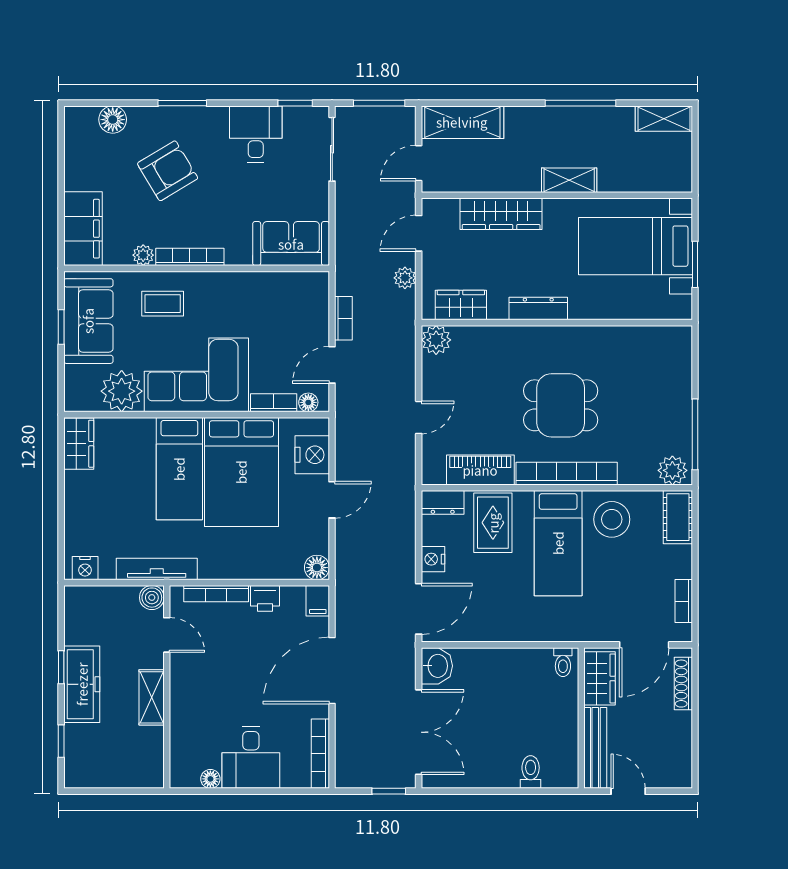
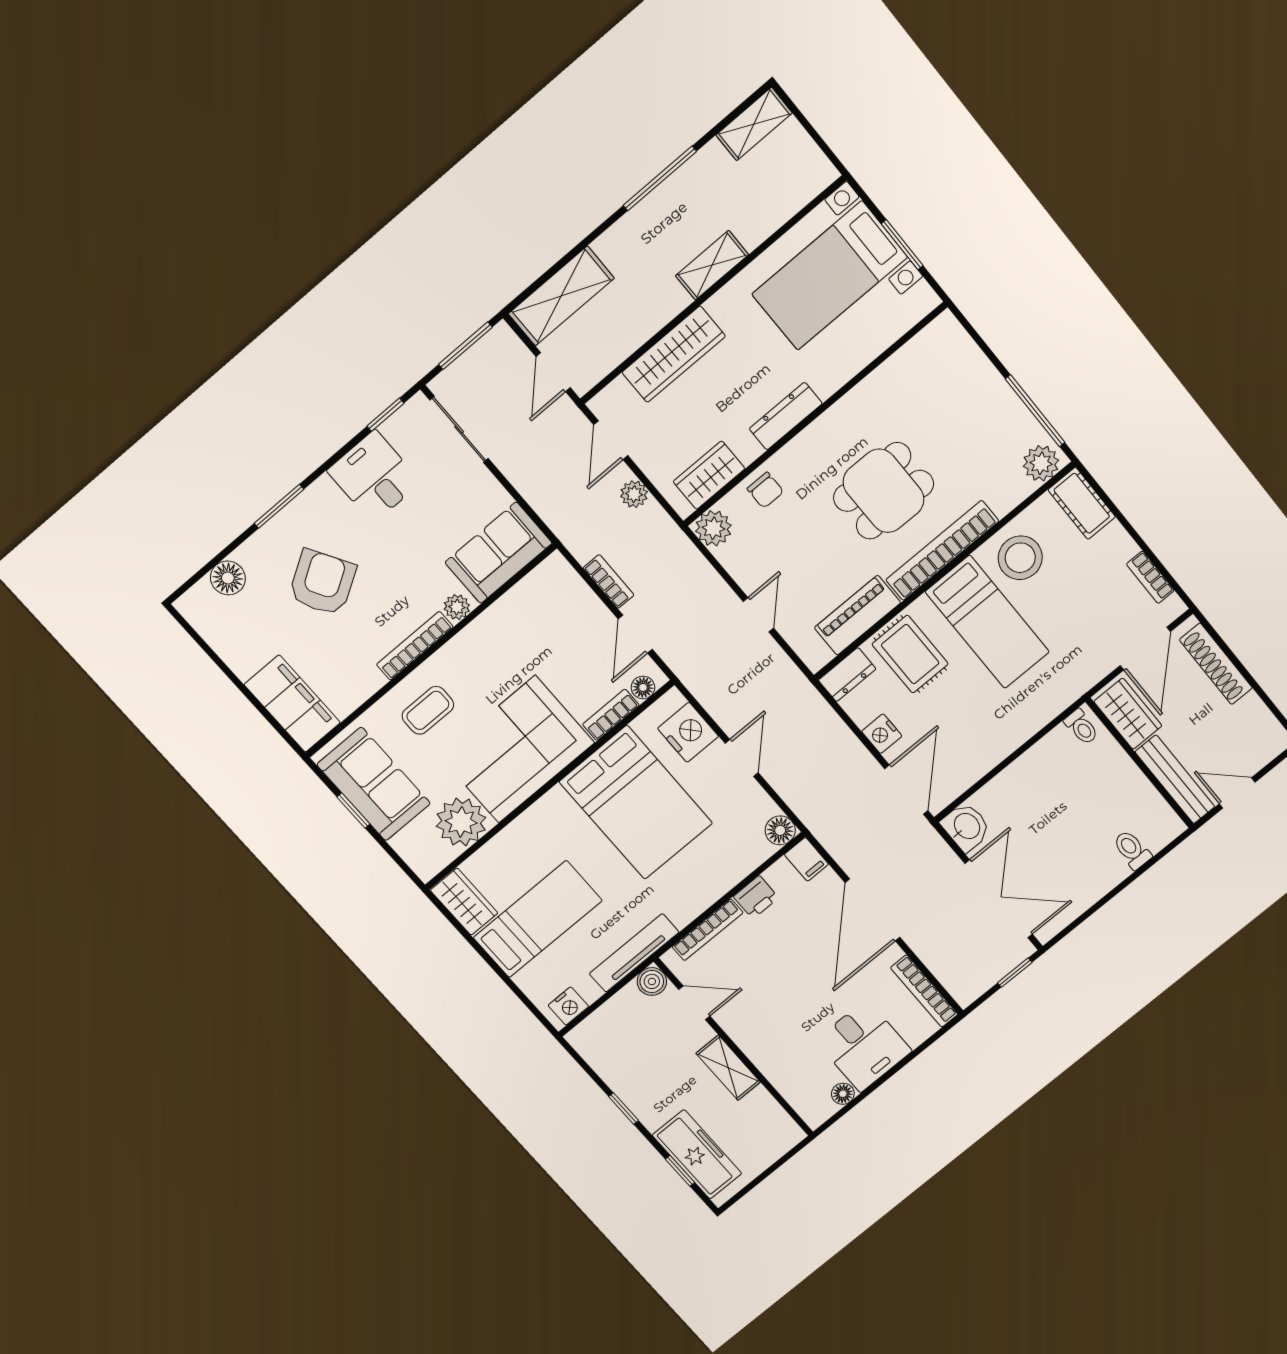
plant: (143, 255) -> (457, 607), moved
chair: (488, 343) -> (765, 490), added
bed: (179, 469) -> (538, 919), moved, turned -90
freezer: (82, 684) -> (697, 1154), moved
shoe rack: (683, 684) -> (1216, 664), width x1.36, depth x1.24

